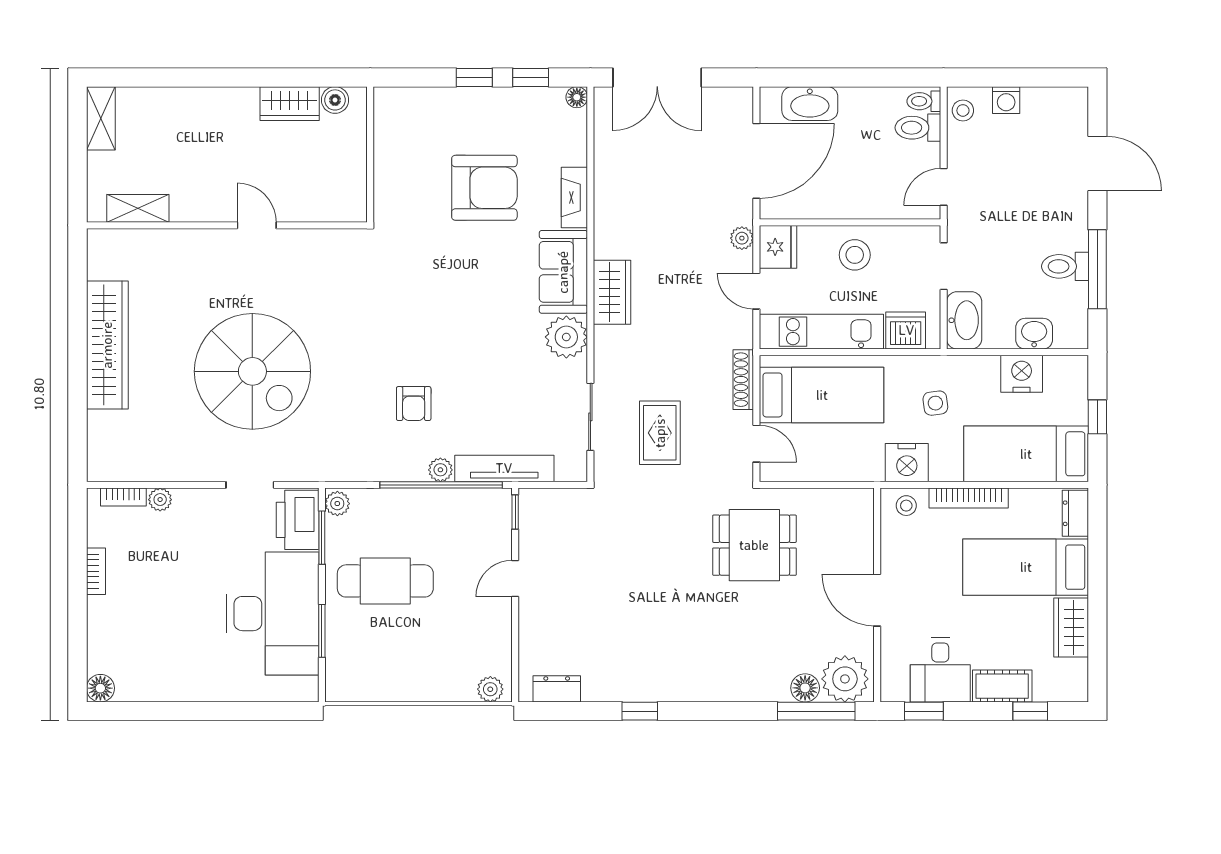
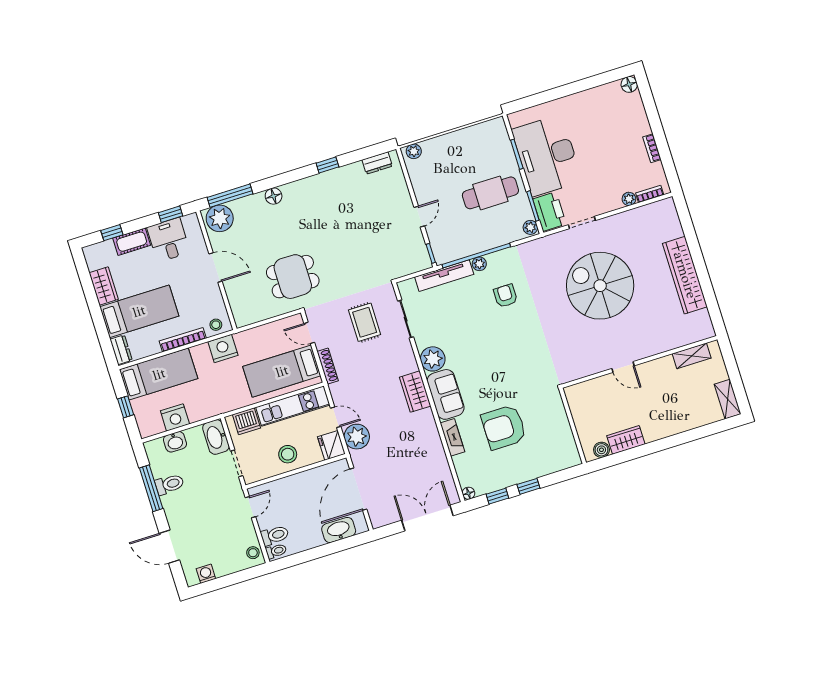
washing machine: (1006, 100) -> (206, 574), moved
plant: (742, 238) -> (357, 437), width x1.87, depth x1.87
side table: (935, 403) -> (217, 386), removed
floor lamp: (805, 688) -> (274, 196), moved

